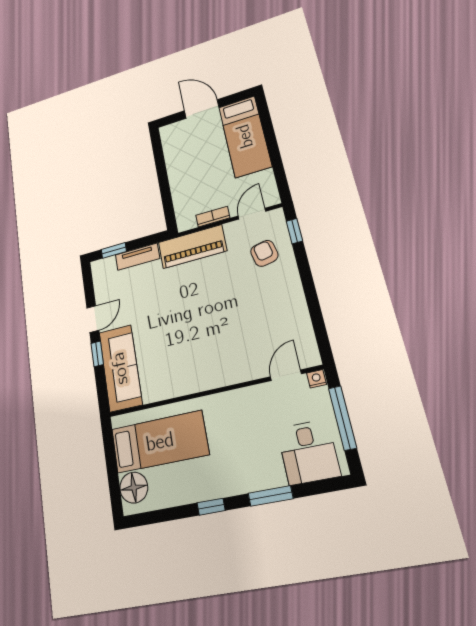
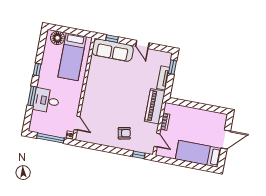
armchair: (264, 253) -> (124, 133), moved
window: (97, 354) -> (112, 39), moved
desk: (308, 452) -> (46, 101), moved

